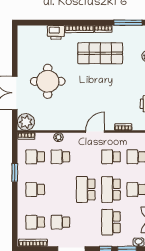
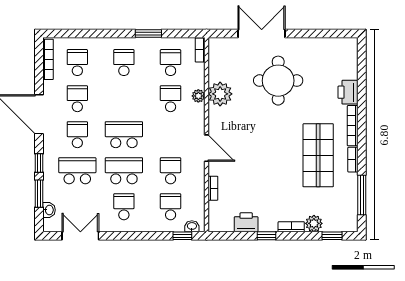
plant: (26, 122) -> (220, 94), moved
school desk: (86, 222) -> (77, 135), added

